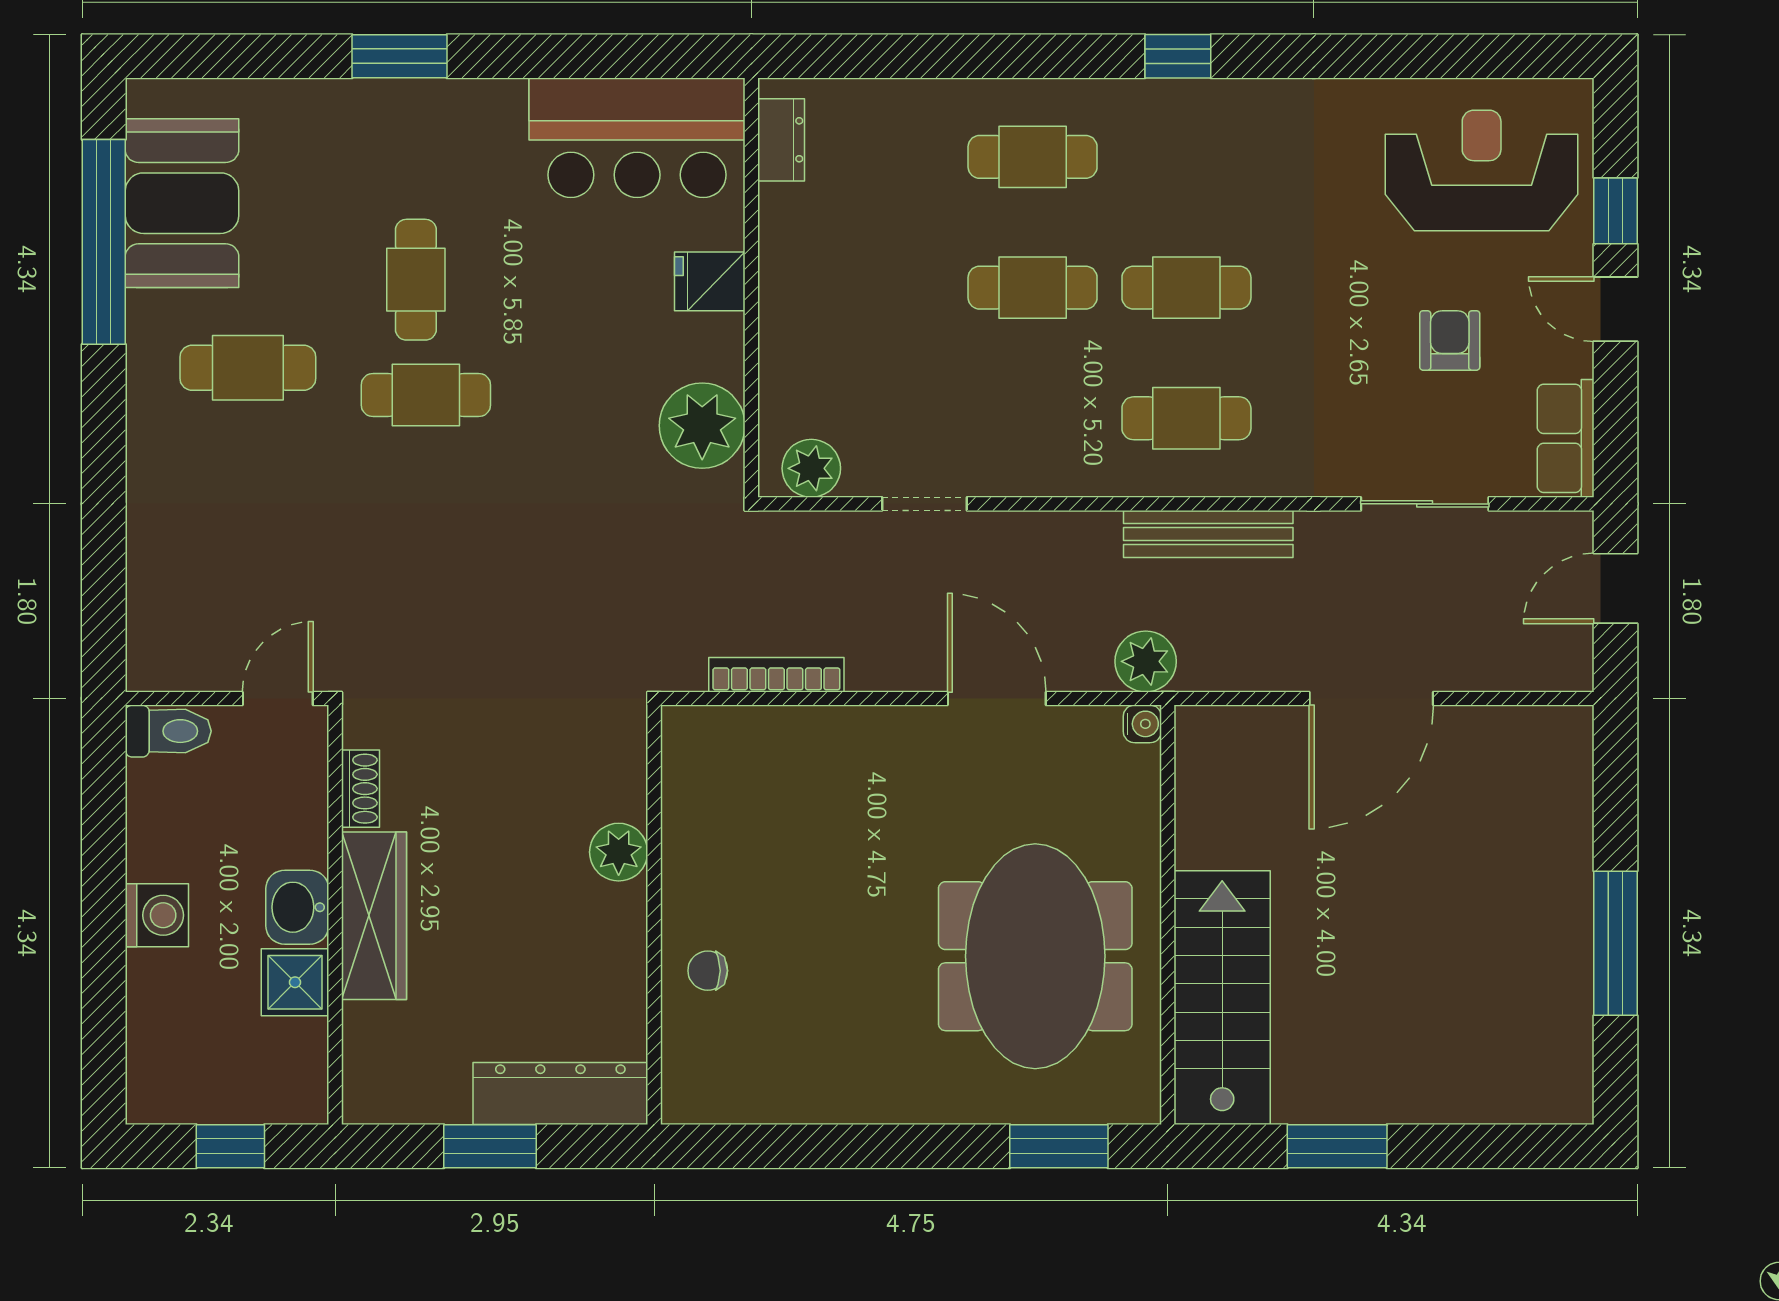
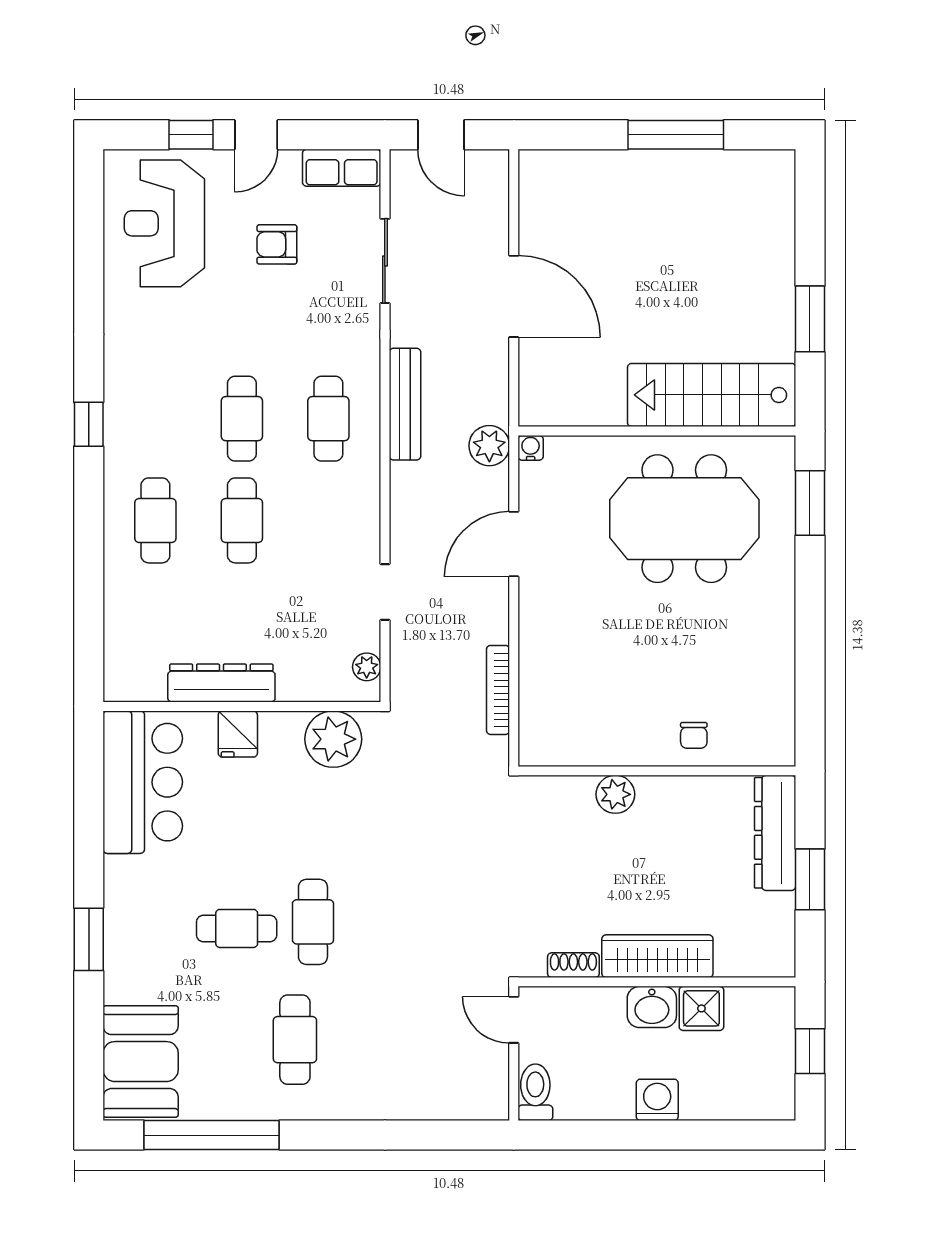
dresser: (781, 140) -> (221, 683), moved, width x1.96, depth x1.24
booth: (182, 203) -> (141, 1062), moved, turned 90
plant: (811, 468) -> (367, 667), width x0.73, depth x0.73

